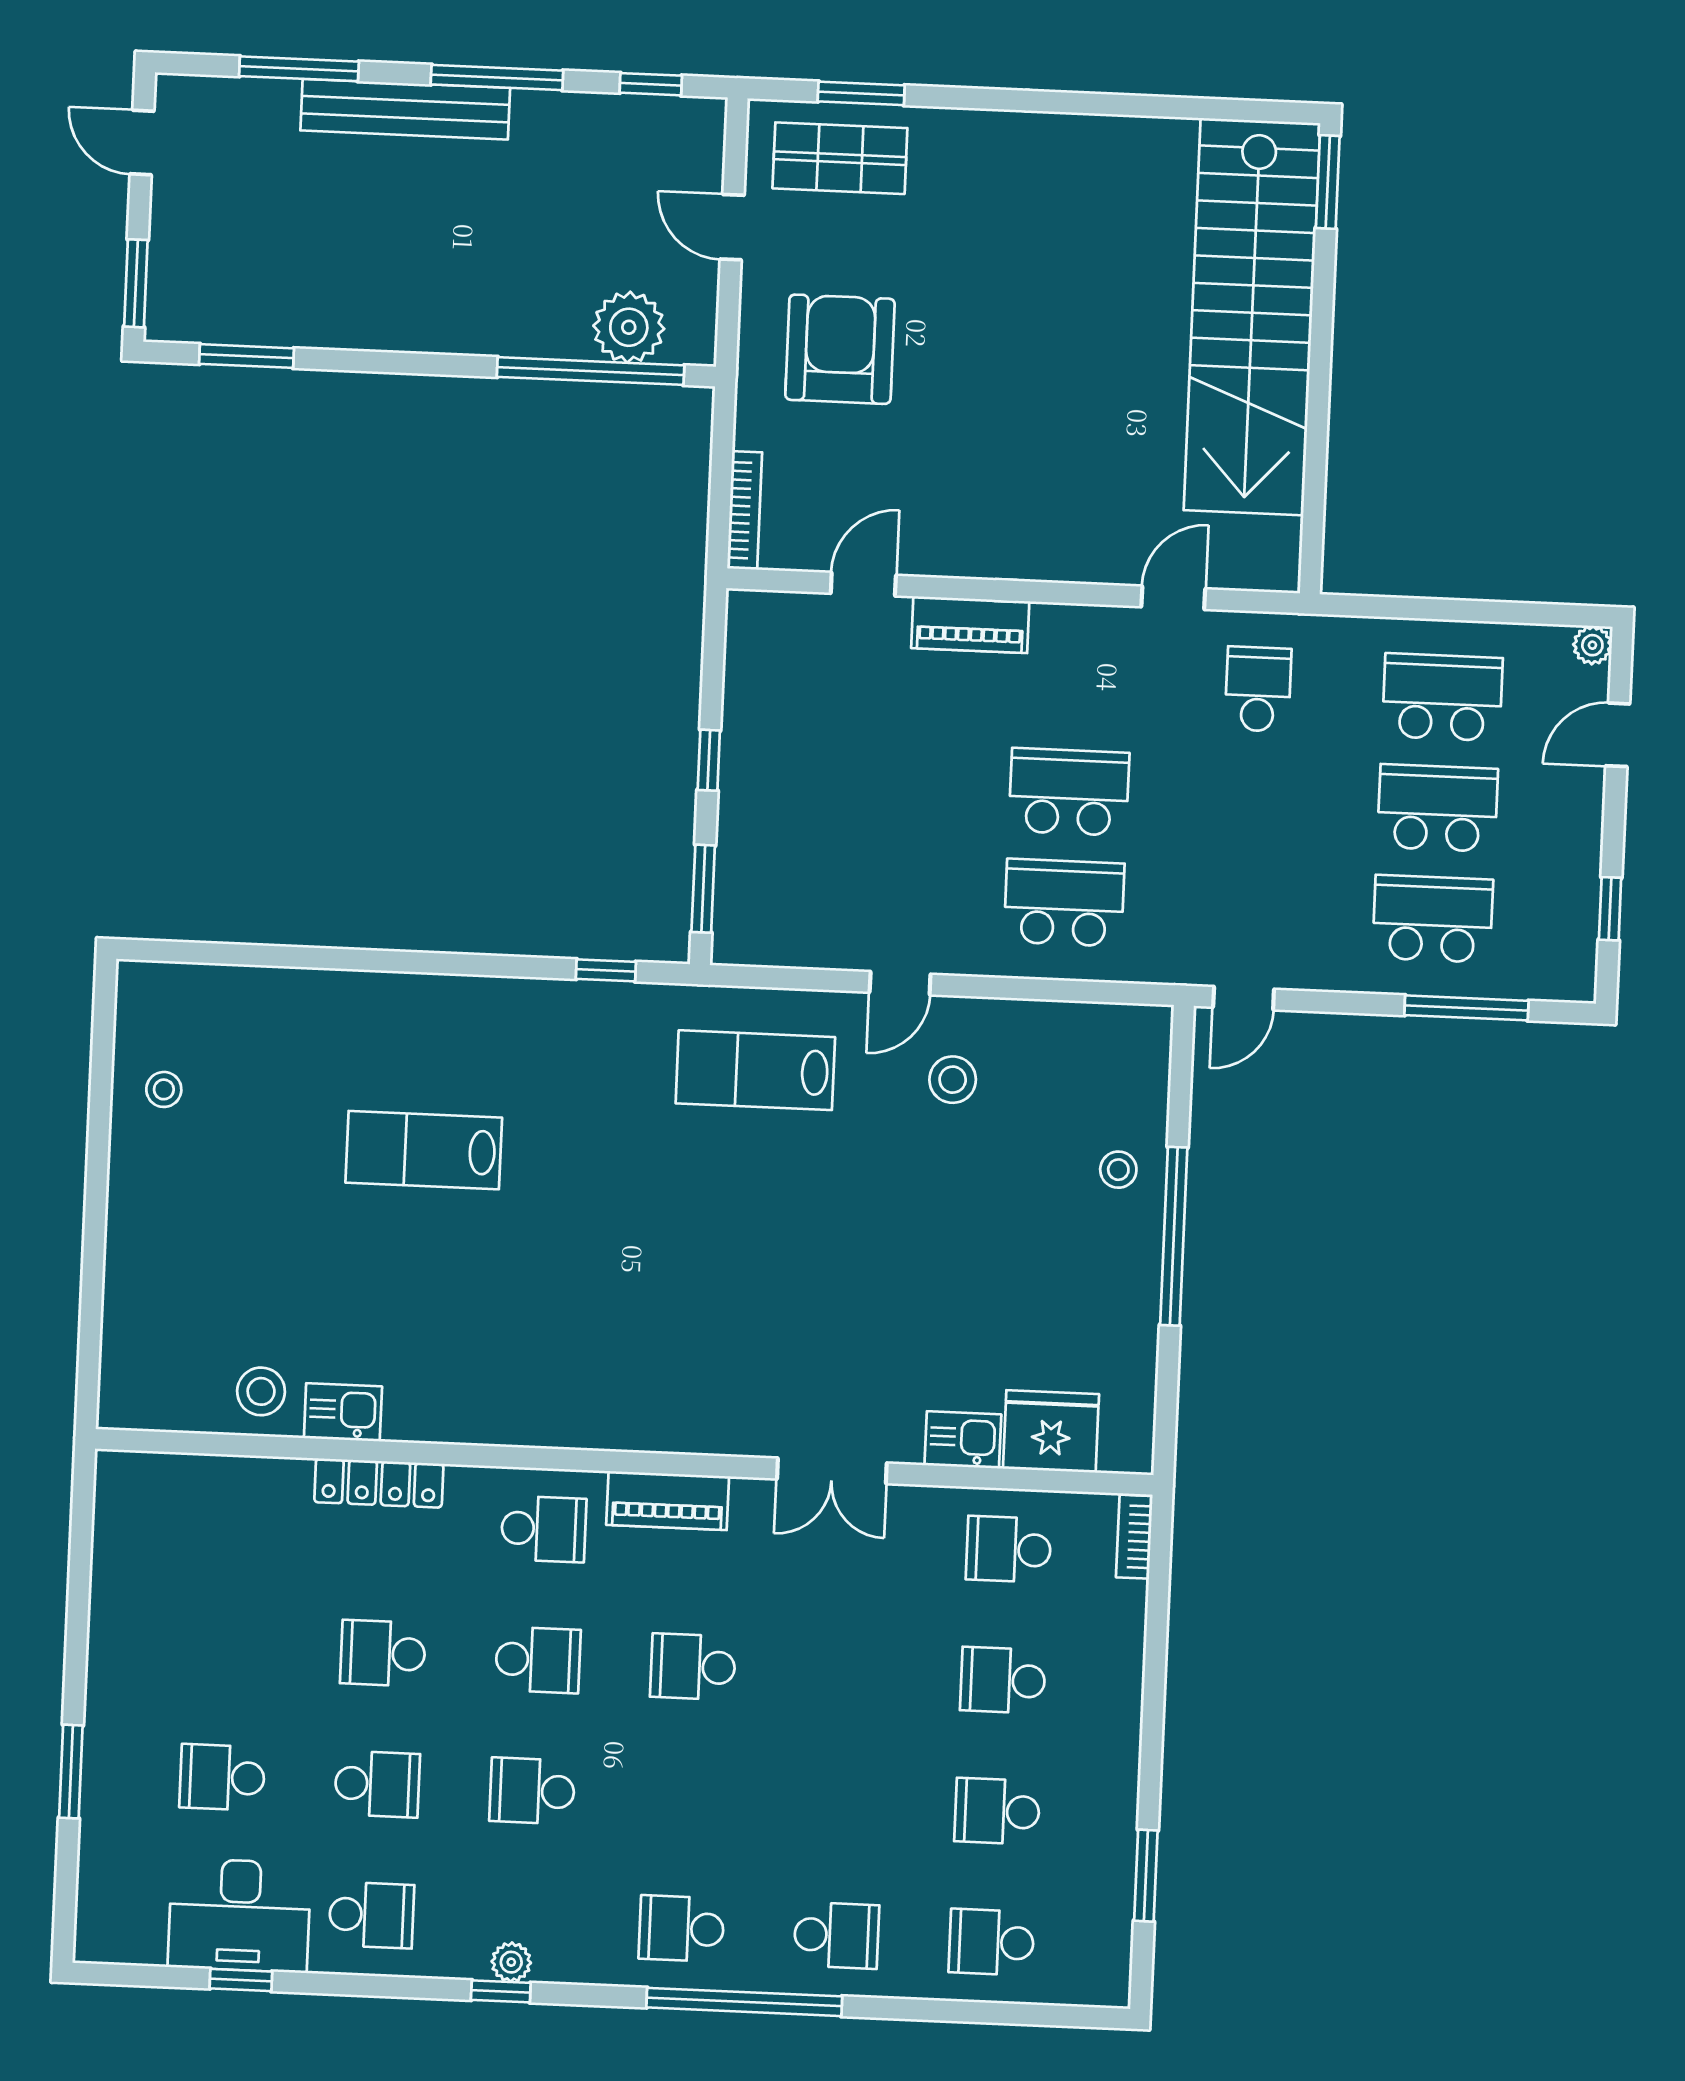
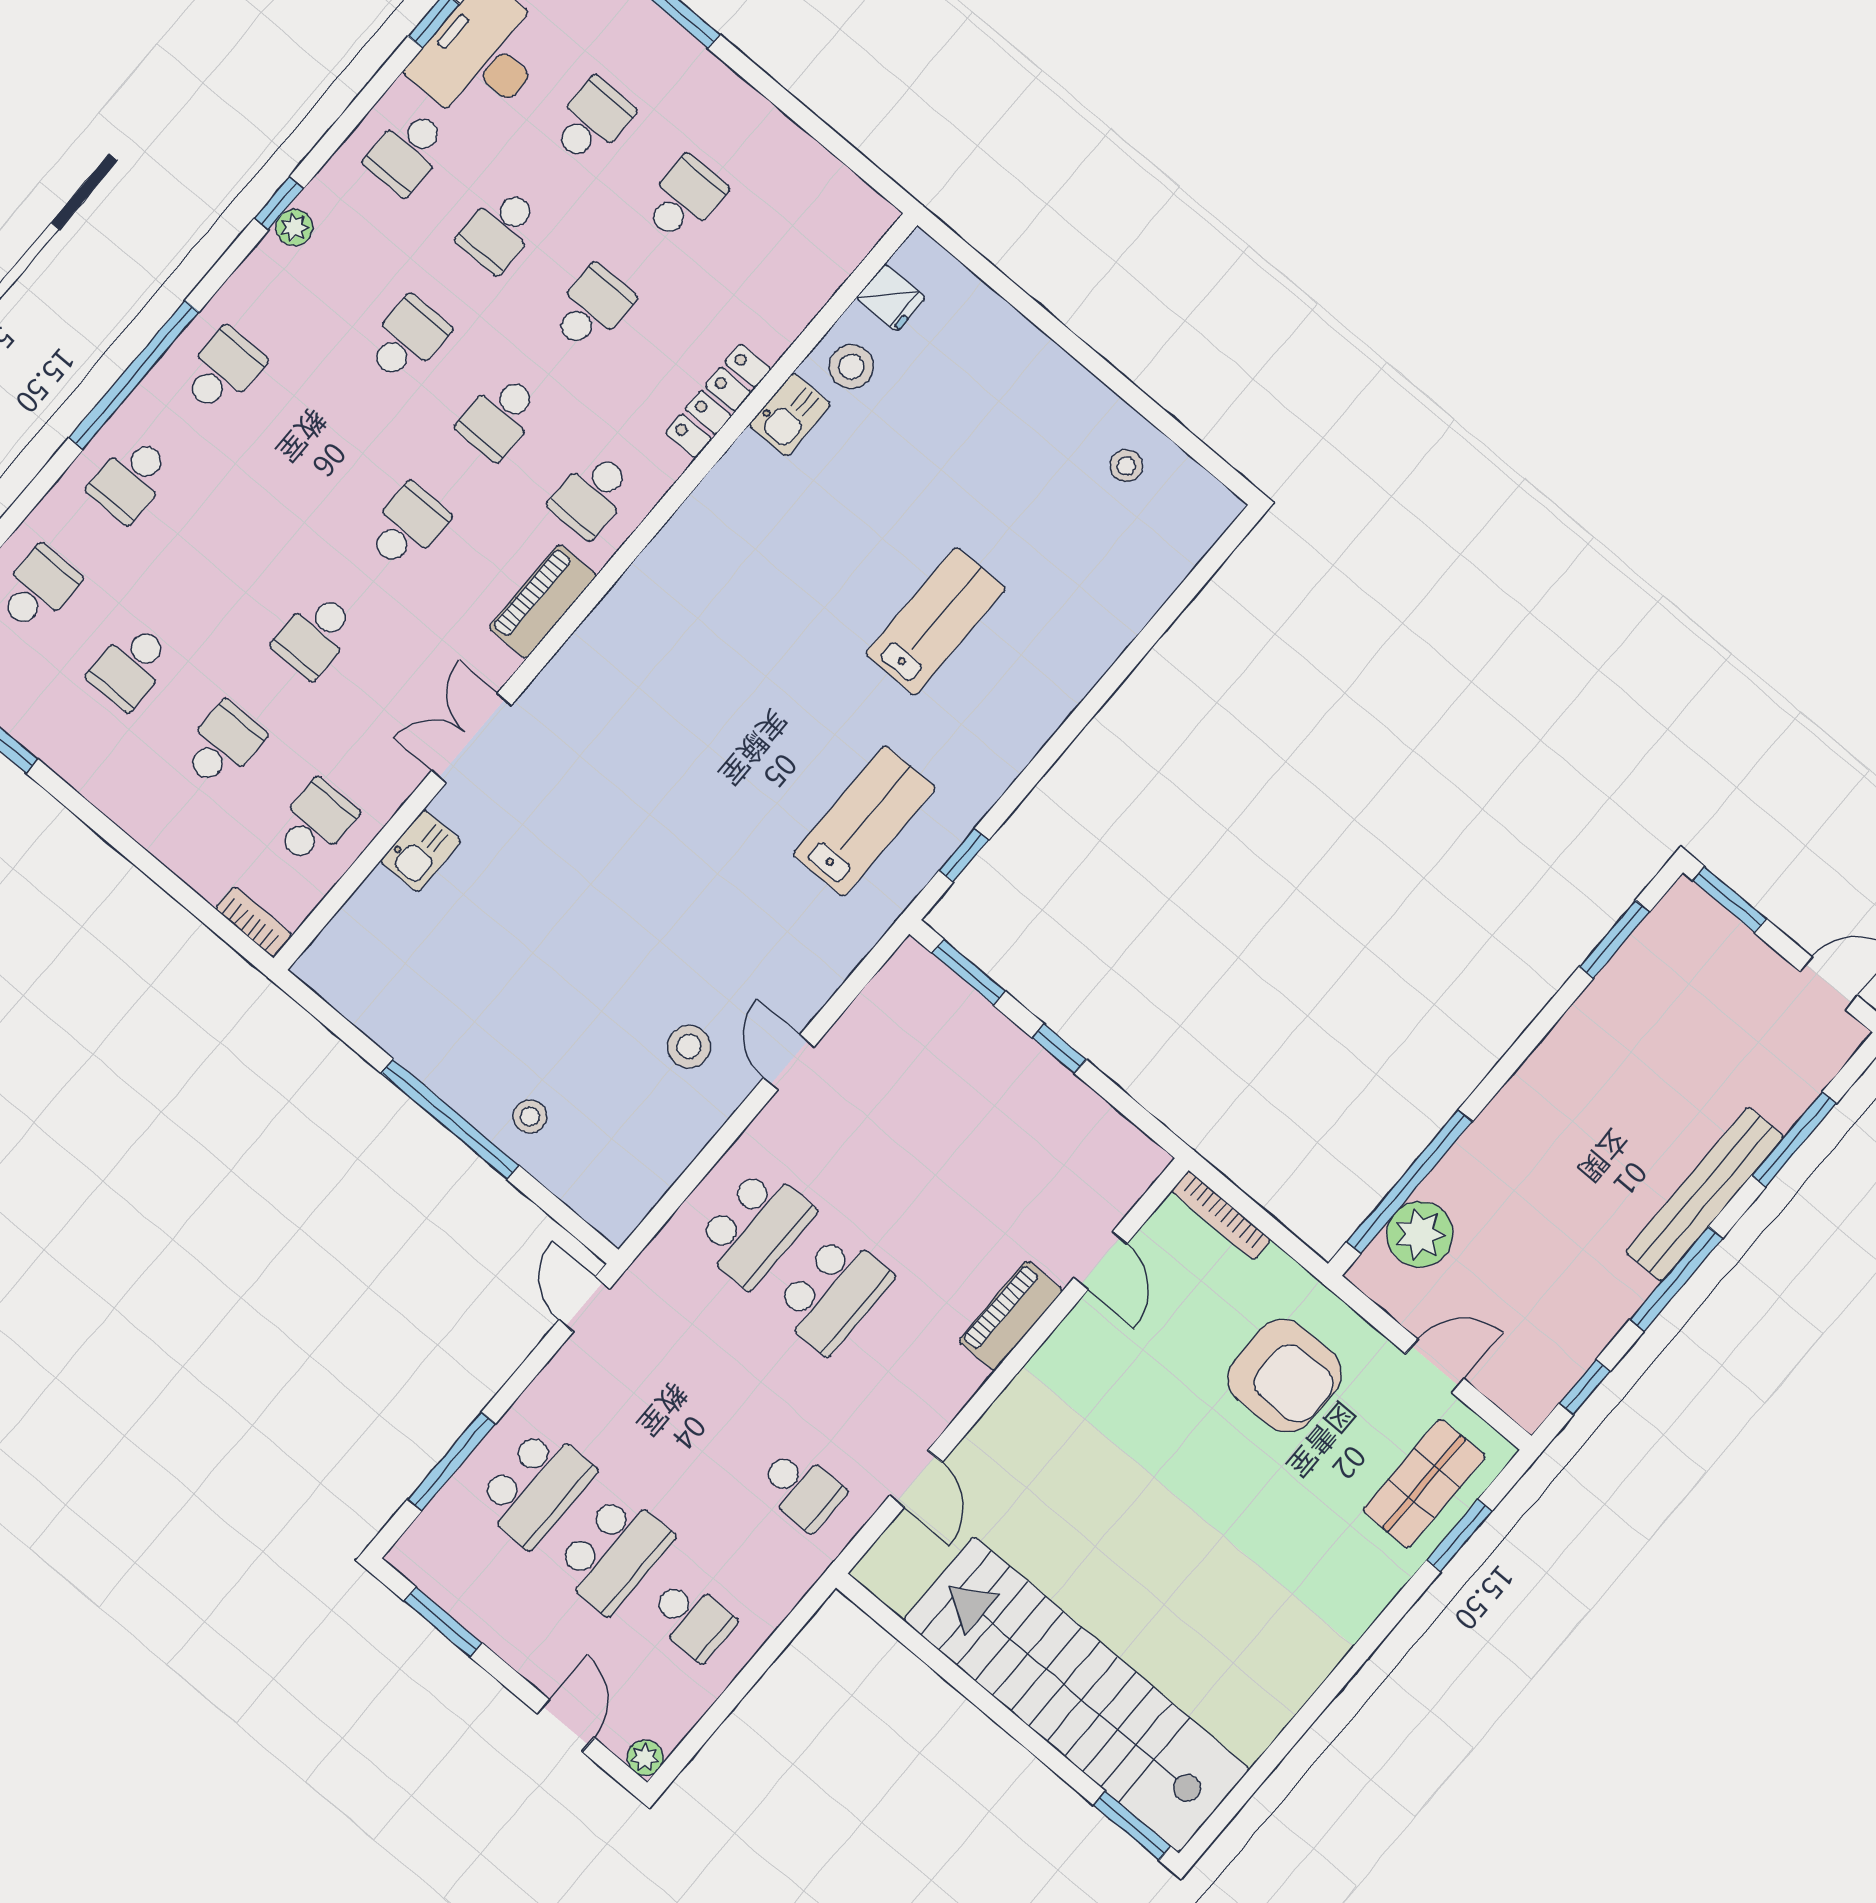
school desk: (1442, 697) -> (692, 1619), width x0.54
window: (1610, 909) -> (443, 1622), width x1.50
lab bench: (755, 1070) -> (864, 821), moved
fridge: (1051, 1431) -> (891, 298), moved, width x0.53, depth x0.75
school desk: (228, 1646) -> (684, 199), added
school desk: (848, 1673) -> (315, 635), added
school desk: (997, 1811) -> (131, 667), turned 180

